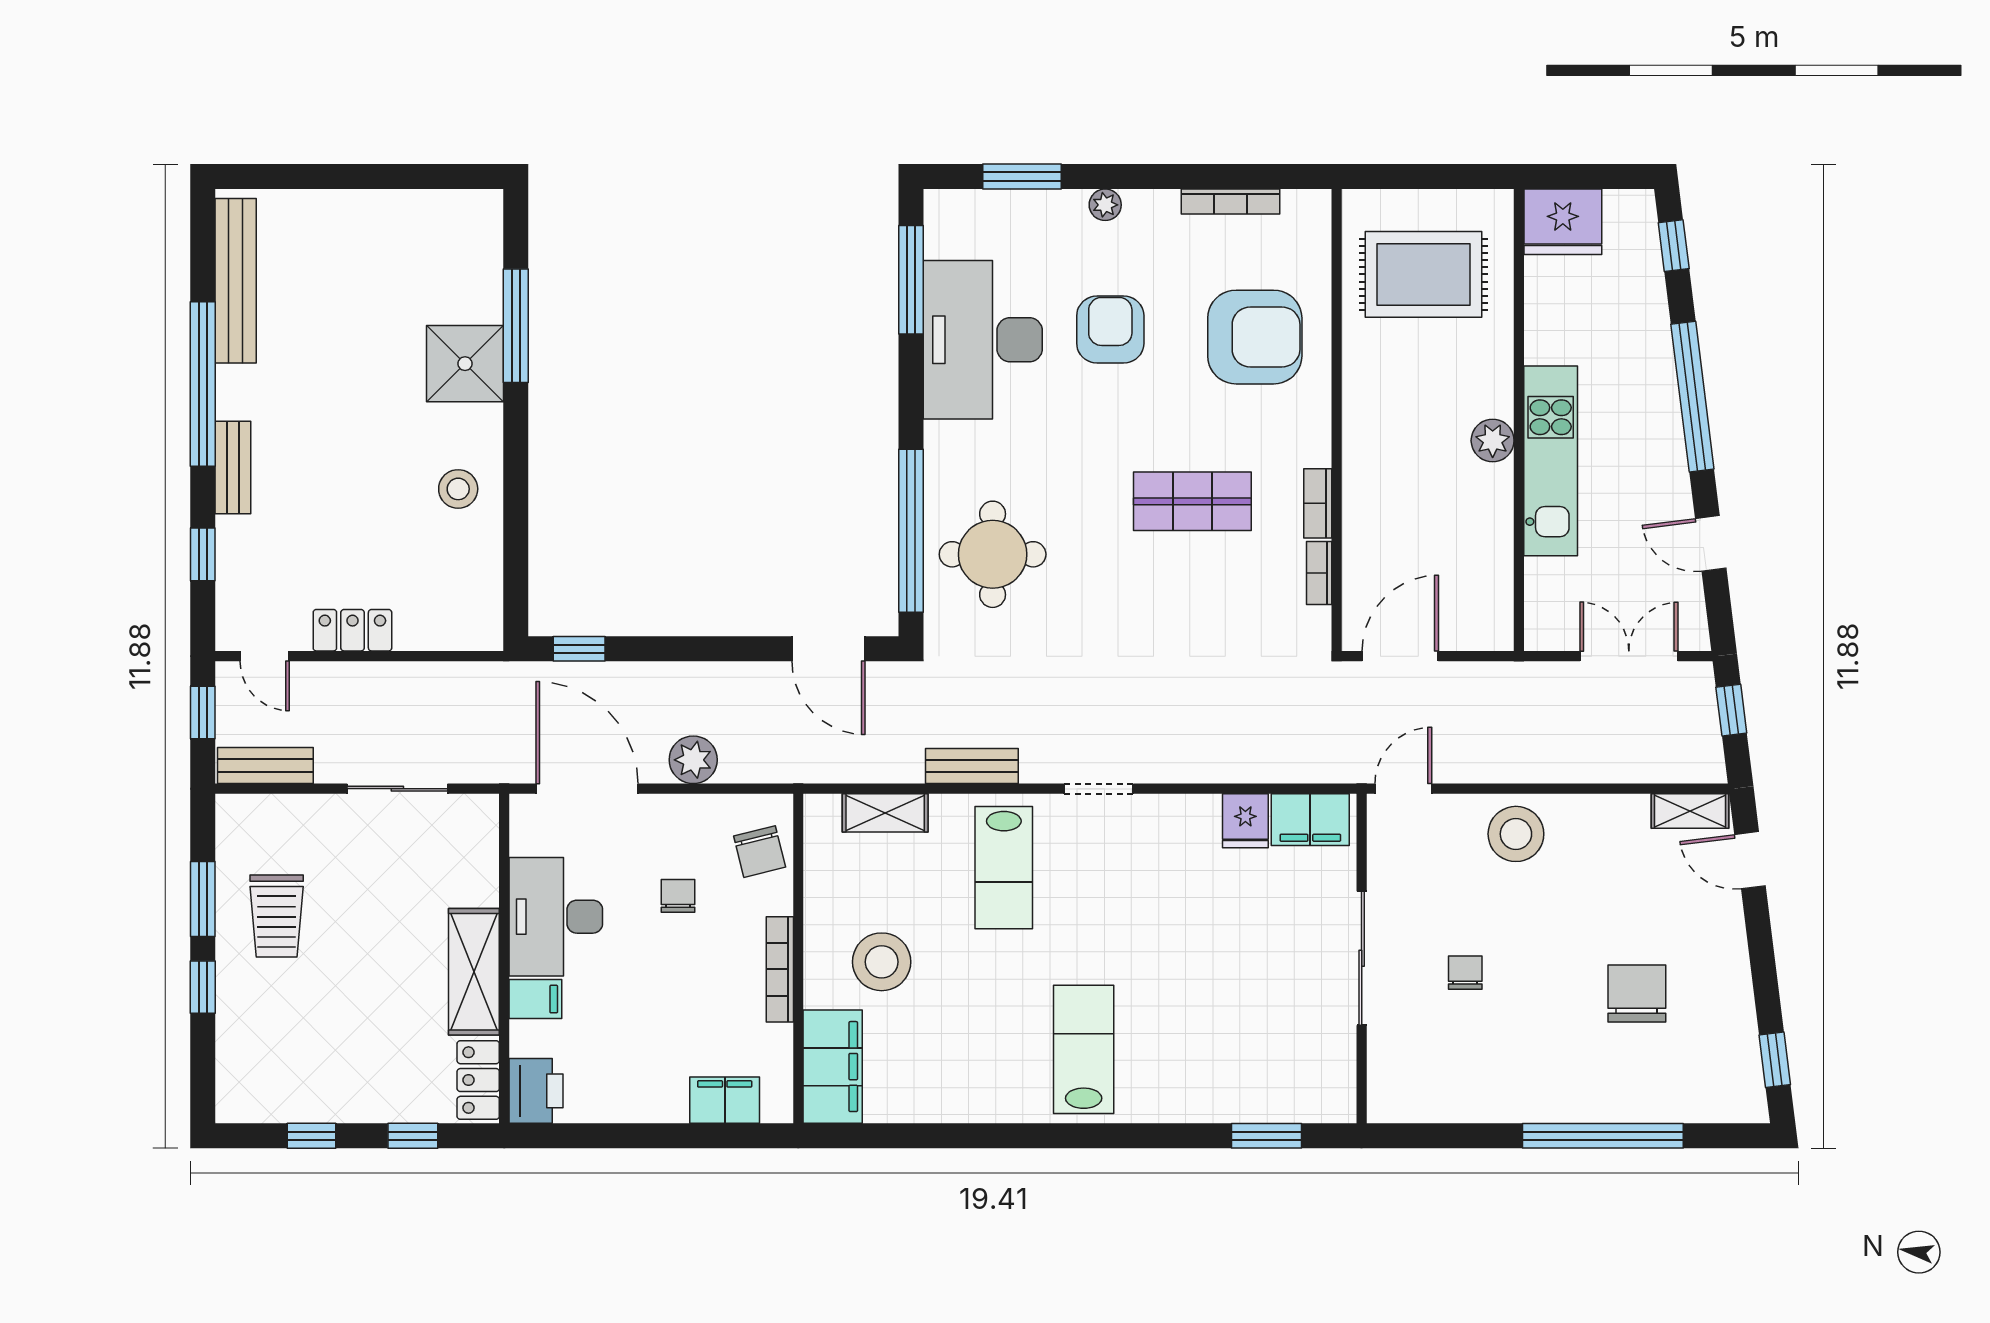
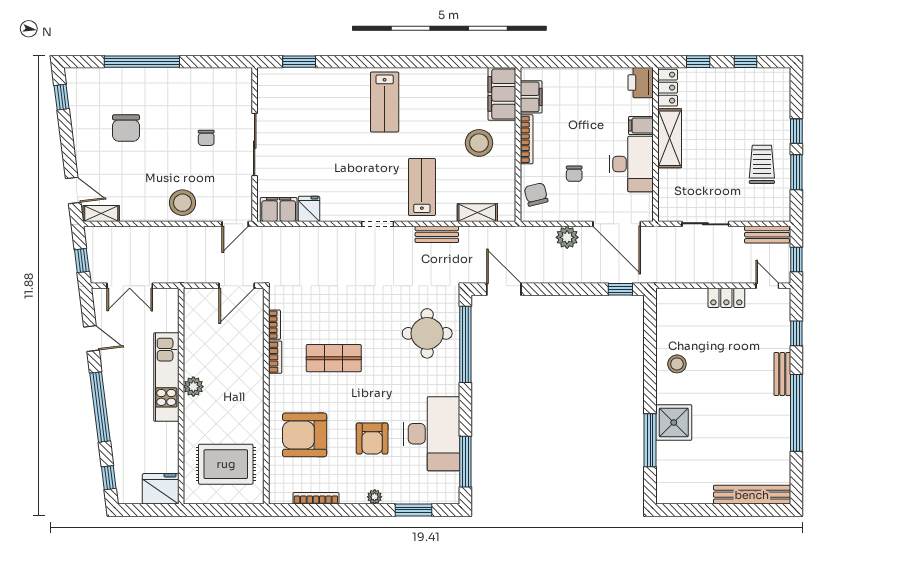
bench: (236, 281) -> (752, 495), moved, turned 90
filing cabinet: (725, 1100) -> (531, 97), moved, turned -90

